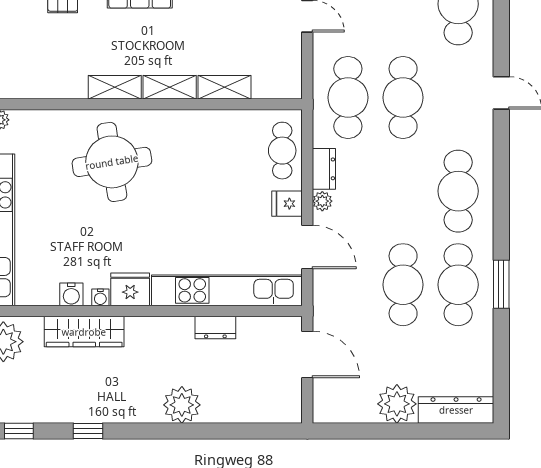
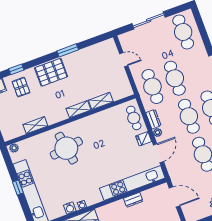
shelving: (115, 87) -> (35, 125), moved
cafe table: (403, 191) -> (189, 116), added
door: (307, 247) -> (158, 153), hinge flipped
fridge: (130, 289) -> (93, 197), removed

